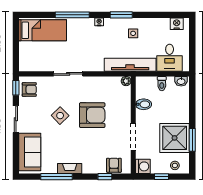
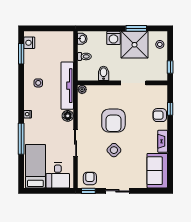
window: (121, 15) -> (21, 54), moved
desk: (170, 58) -> (58, 175), moved, turned 90
floor lamp: (97, 65) -> (68, 116), added
armchair: (92, 115) -> (113, 121), turned 180
sofa: (30, 152) -> (157, 171), moved, turned -90
armchair: (114, 165) -> (160, 115), moved
washing machine: (143, 166) -> (113, 38), moved, turned 180
window: (56, 177) -> (170, 153), removed
window: (162, 177) -> (170, 67), moved

